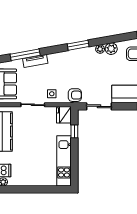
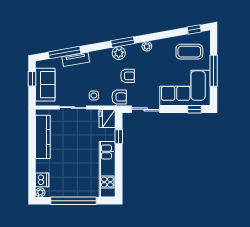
plant: (111, 49) -> (119, 53), moved
armchair: (82, 76) -> (127, 76), added
window: (33, 189) -> (73, 201), added

